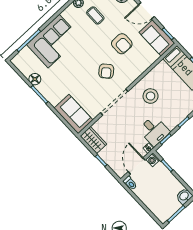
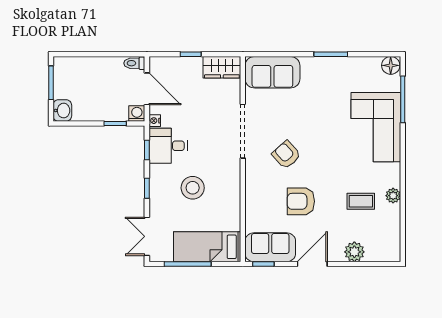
floor lamp: (35, 79) -> (391, 65), moved
stool: (151, 96) -> (193, 188), moved

